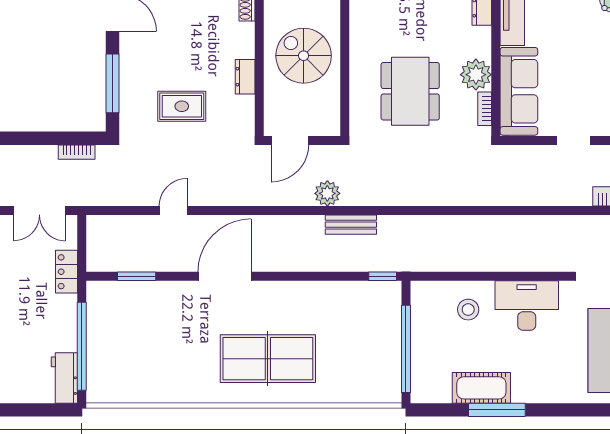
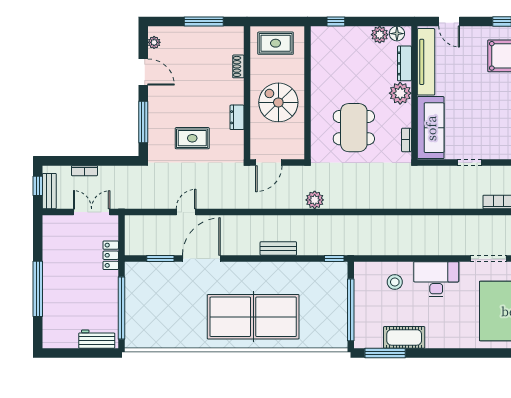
plant: (476, 75) -> (400, 93), moved
bookcase: (77, 152) -> (84, 171), moved
plant: (327, 193) -> (315, 200), moved
double door: (39, 211) -> (92, 212), swing flipped
bench: (351, 225) -> (278, 248), moved
door: (225, 276) -> (201, 258), moved
table tennis table: (268, 359) -> (253, 317), width x1.36, depth x1.32
workbench: (64, 378) -> (97, 339), moved, turned 90
window: (497, 410) -> (385, 353), moved

